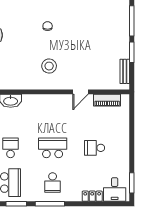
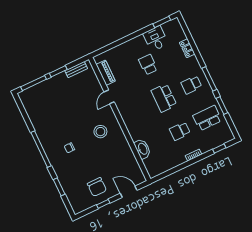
door: (80, 92) -> (109, 97), swing flipped
school desk: (95, 148) -> (148, 65), turned 180
school desk: (53, 183) -> (191, 85), turned 180
desk: (115, 189) -> (156, 39), moved, turned -90

